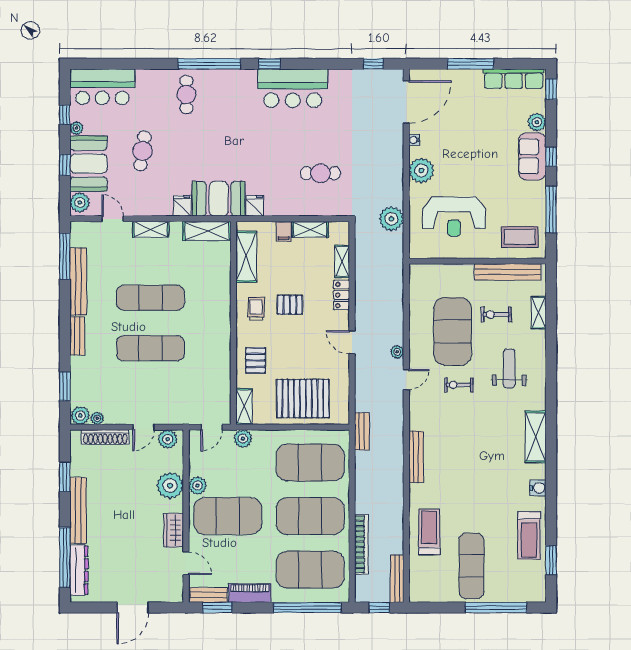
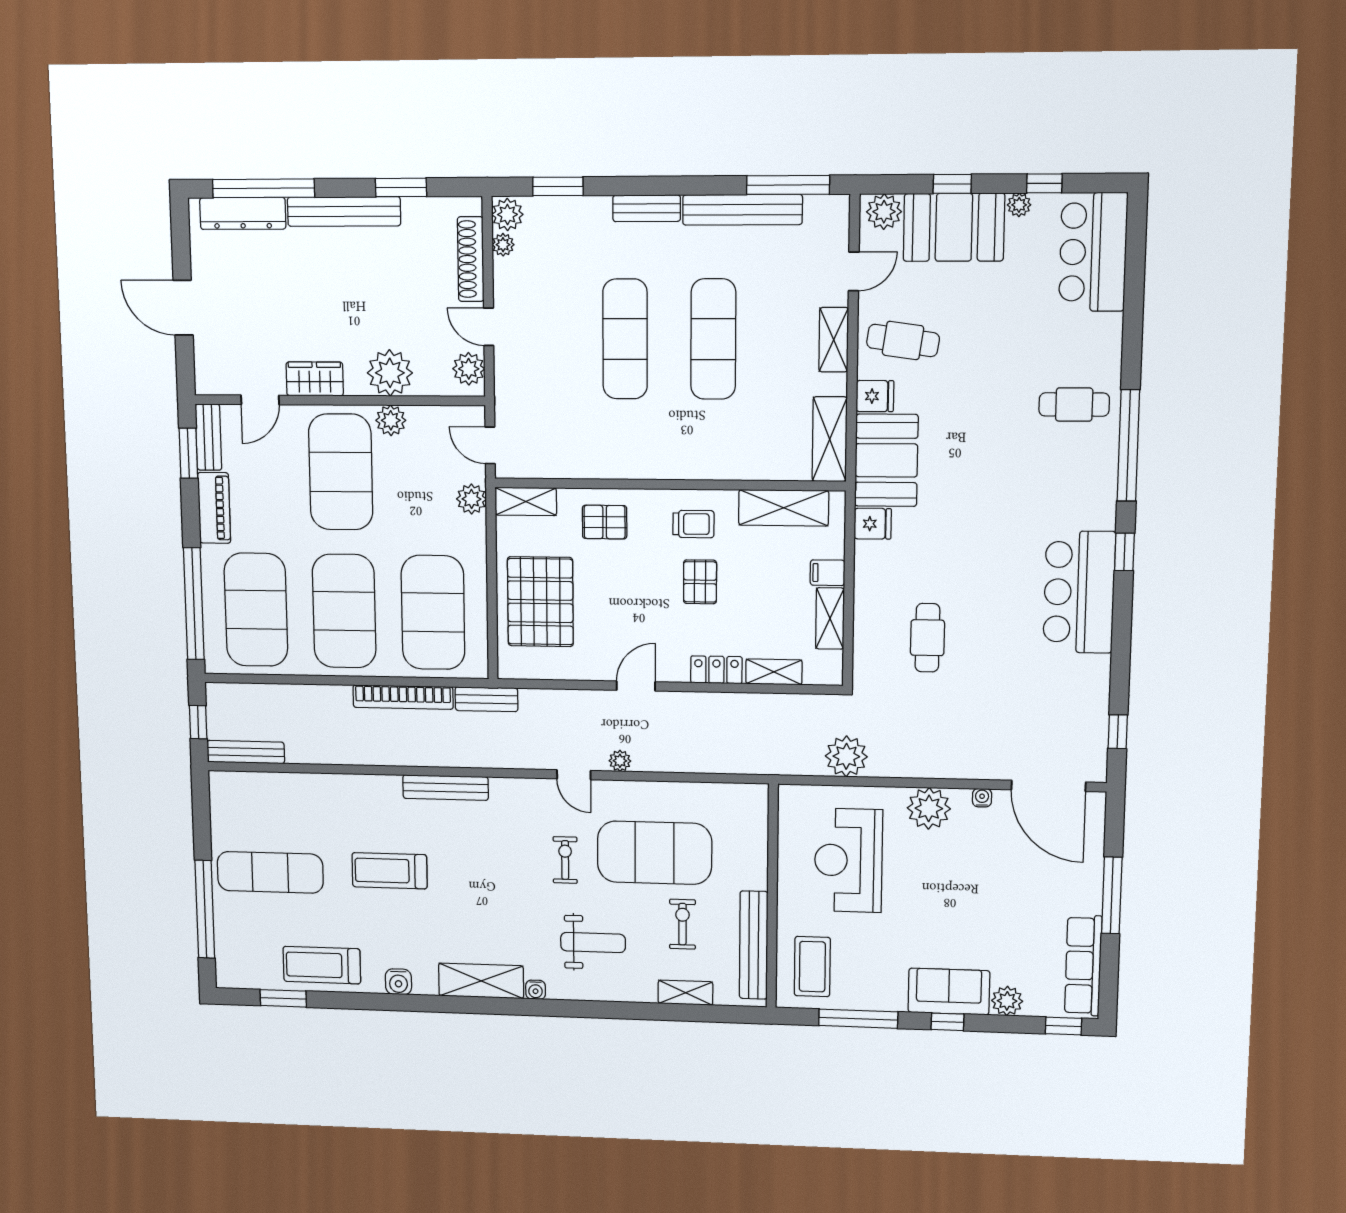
cafe table: (142, 151) -> (903, 340), moved
water cooler: (540, 404) -> (536, 990), added
treadmill: (429, 532) -> (390, 871), moved, turned 180
bookcase: (361, 544) -> (403, 697), moved

